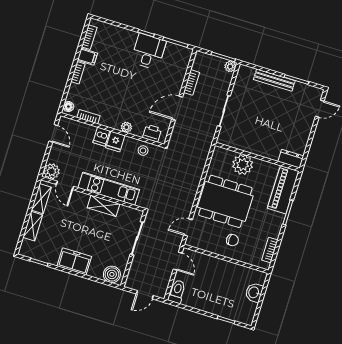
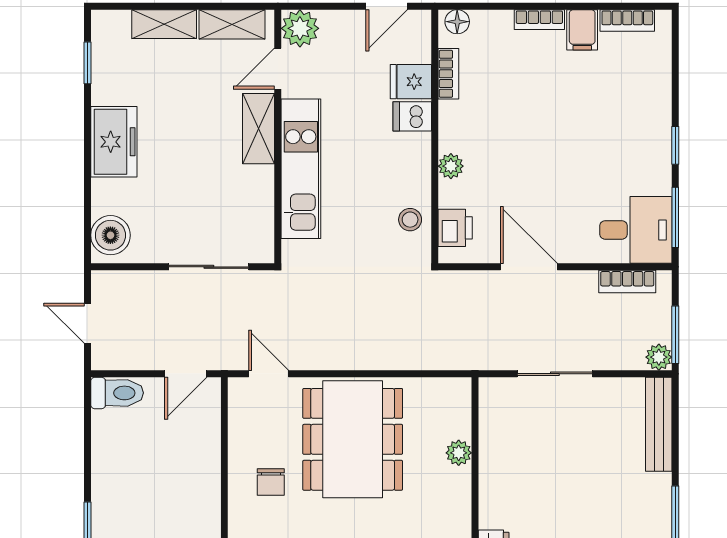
desk: (149, 52) -> (636, 230), moved
bench: (274, 80) -> (659, 424), moved
bookcase: (192, 82) -> (627, 281), moved
fridge: (115, 142) -> (411, 82), moved
plant: (243, 165) -> (459, 453), width x0.53, depth x0.53
shelving: (104, 206) -> (259, 129), moved

